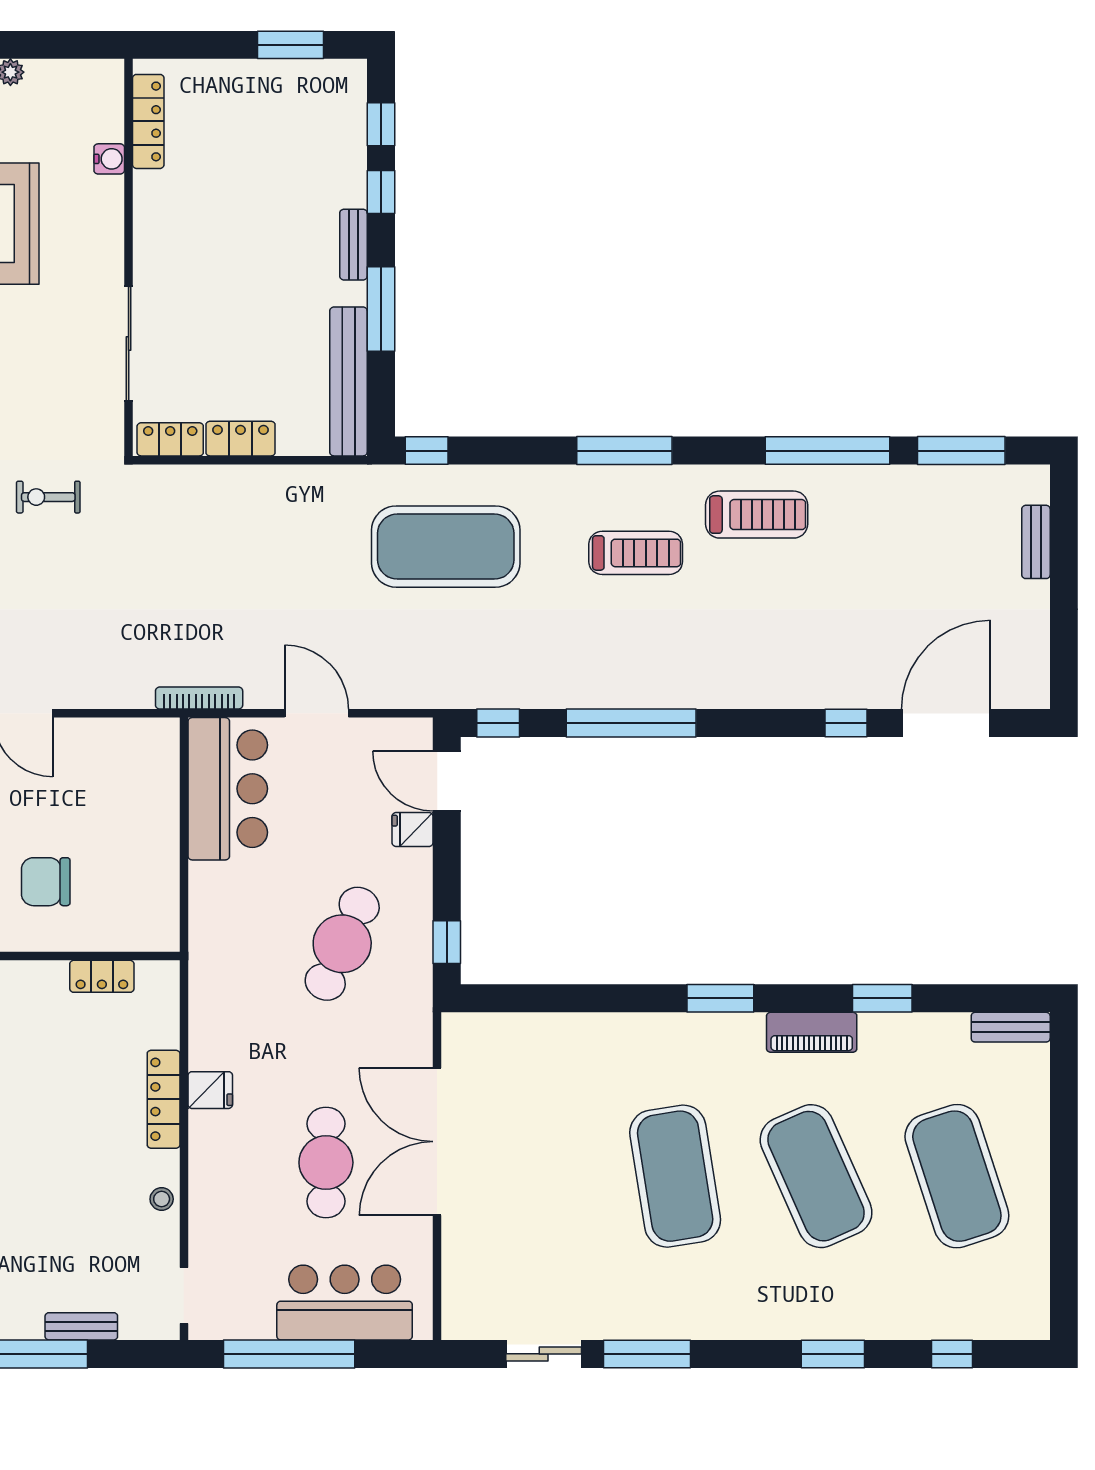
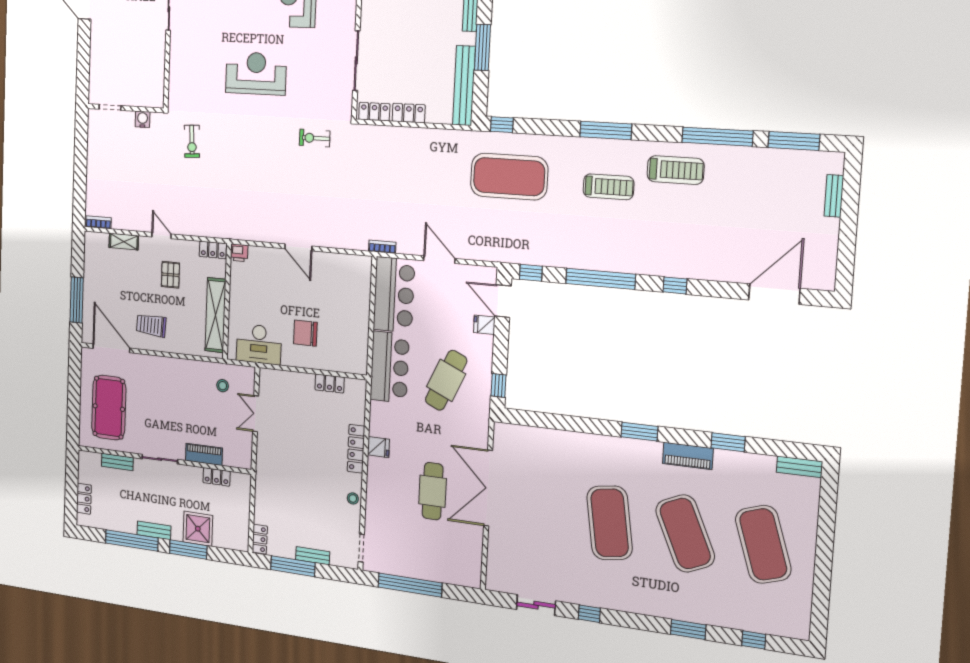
bookcase: (199, 698) -> (382, 247), width x0.64
window: (846, 723) -> (675, 285), moved
bar counter: (345, 1303) -> (390, 367), moved, turned 90
window: (647, 1354) -> (589, 614), width x0.46

